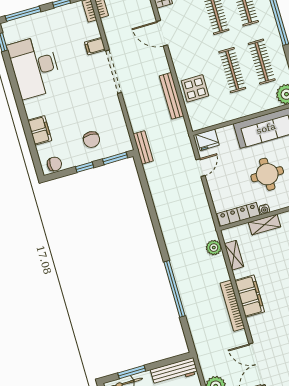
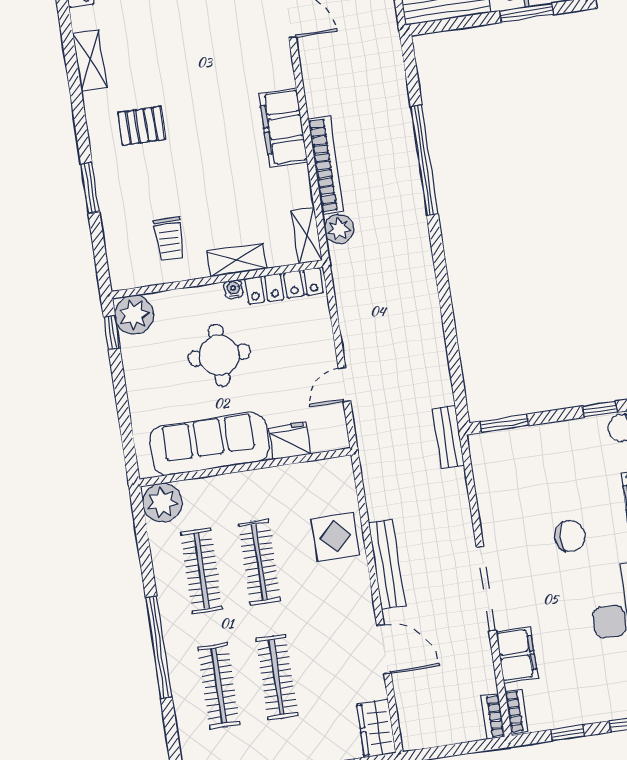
filing cabinet: (95, 46) -> (517, 655), width x2.00
bench: (172, 96) -> (387, 564), moved
chair: (92, 140) -> (570, 536), moved, turned 90
fridge: (207, 140) -> (290, 441), moved
window: (85, 167) -> (600, 409), moved
shelving: (234, 255) -> (307, 236), moved
bookcase: (232, 306) -> (326, 165), moved

